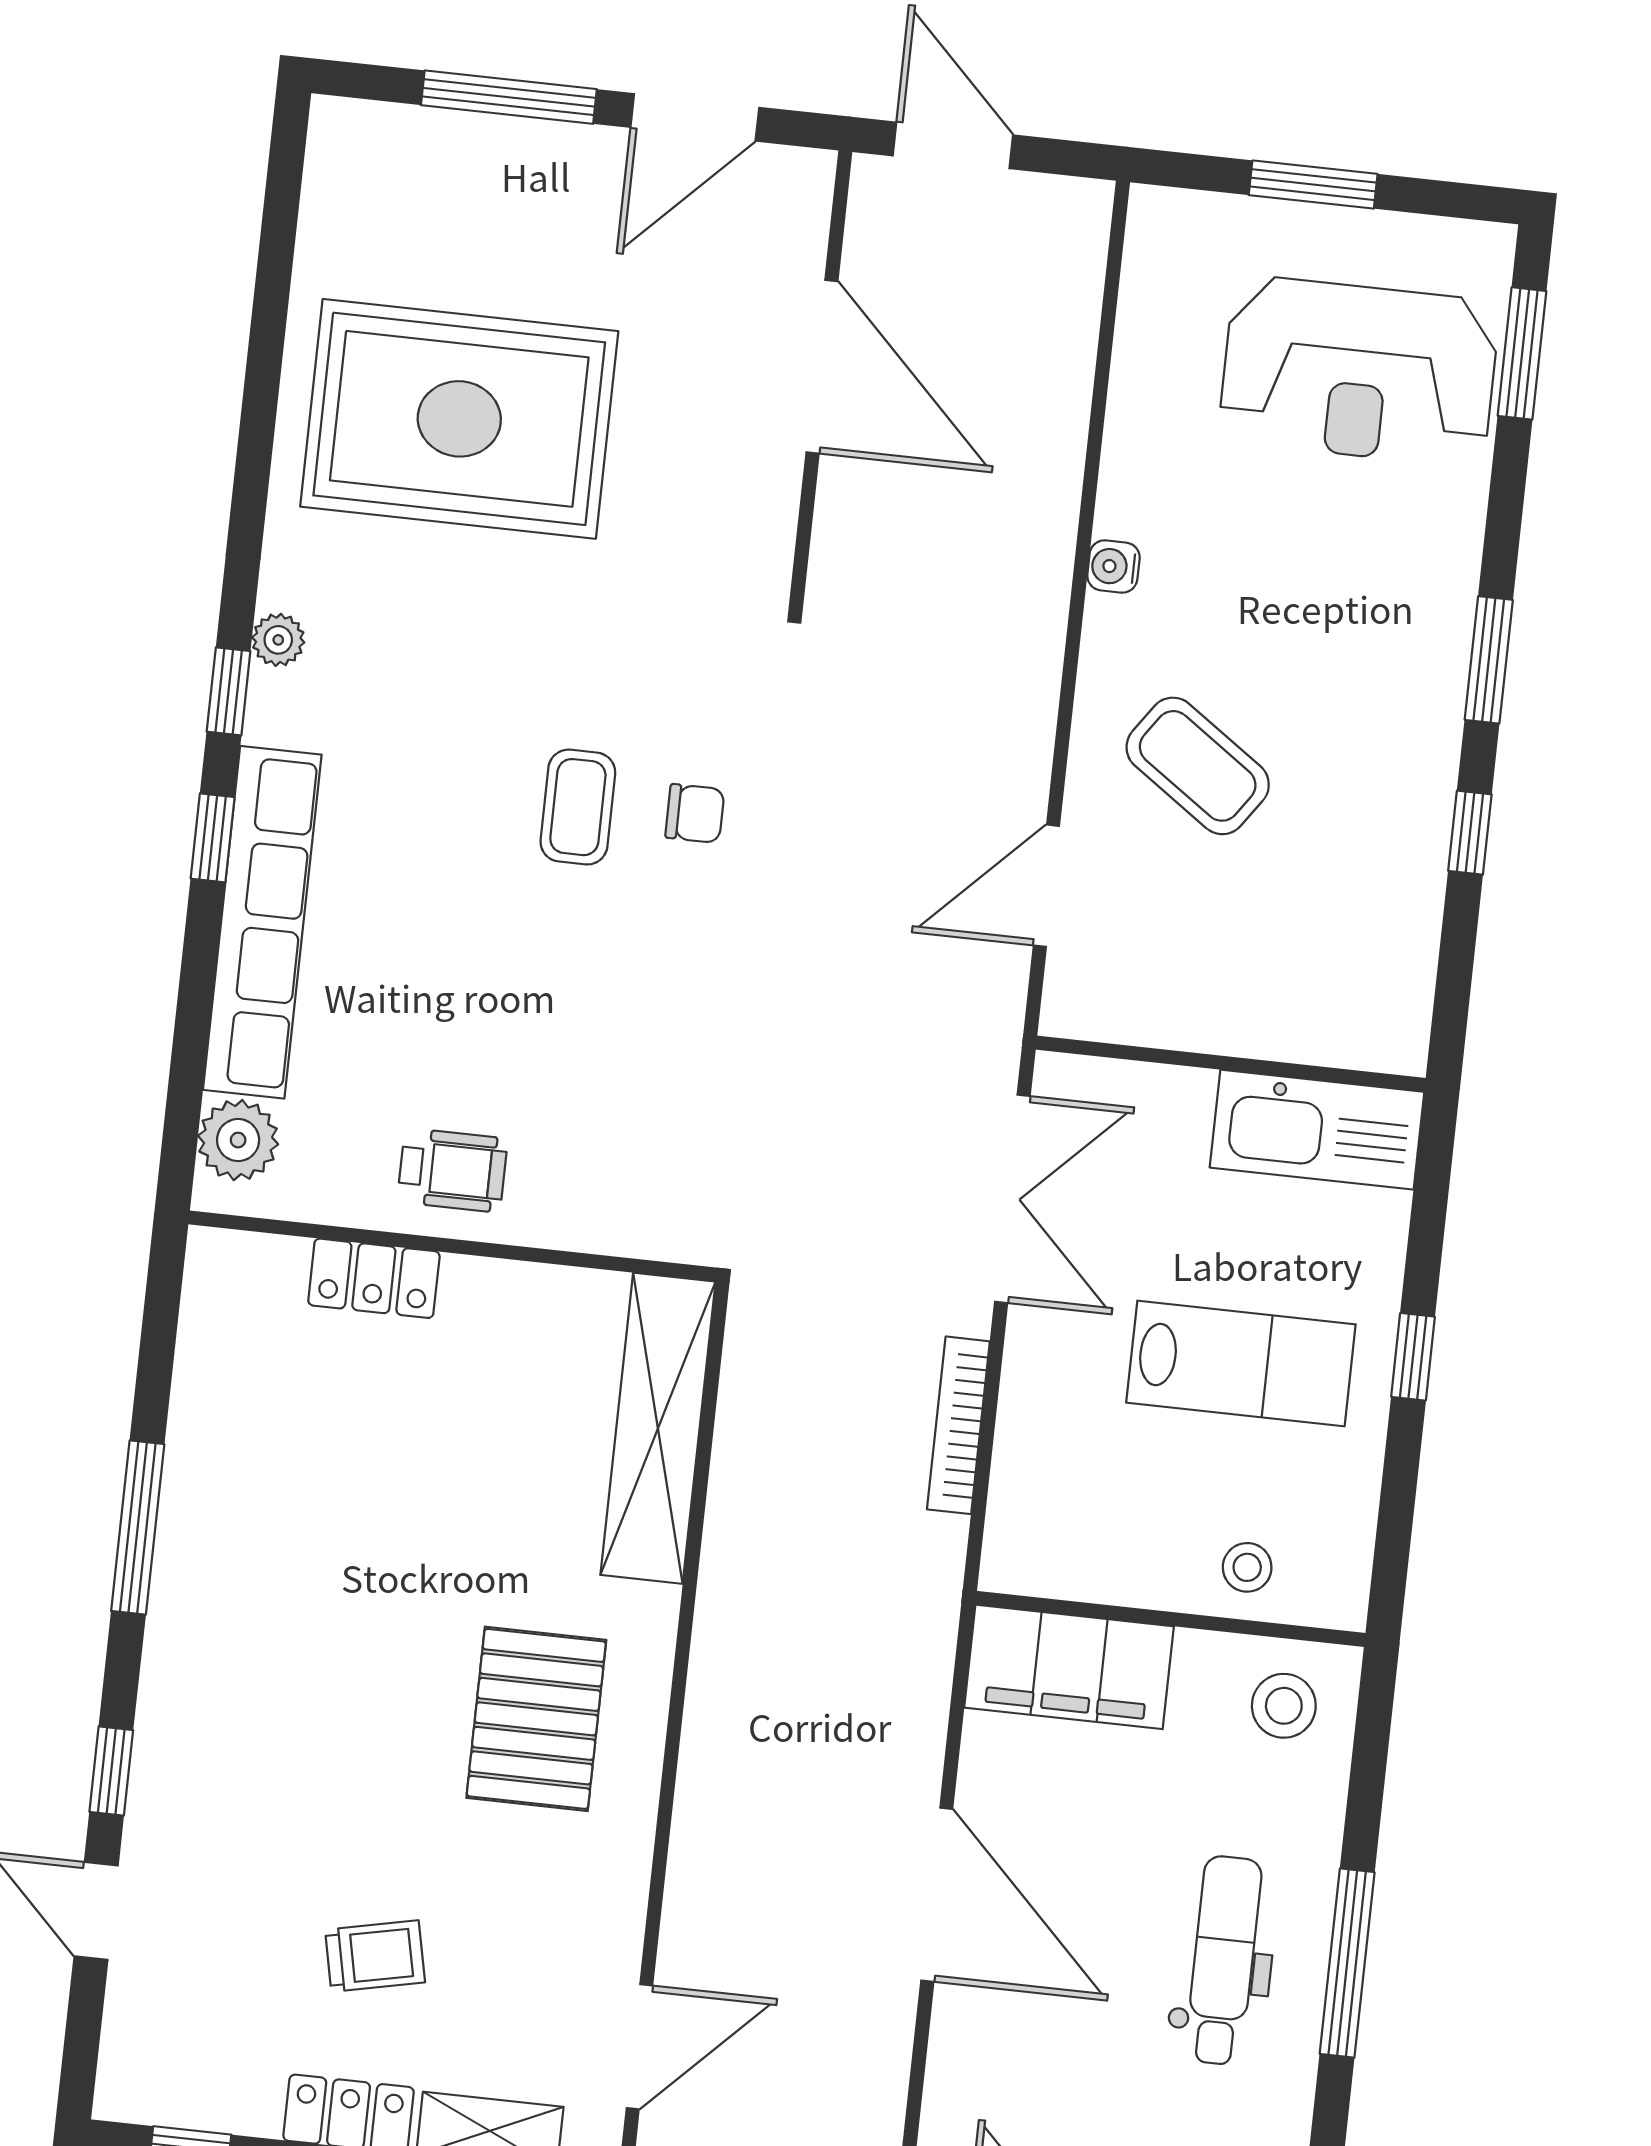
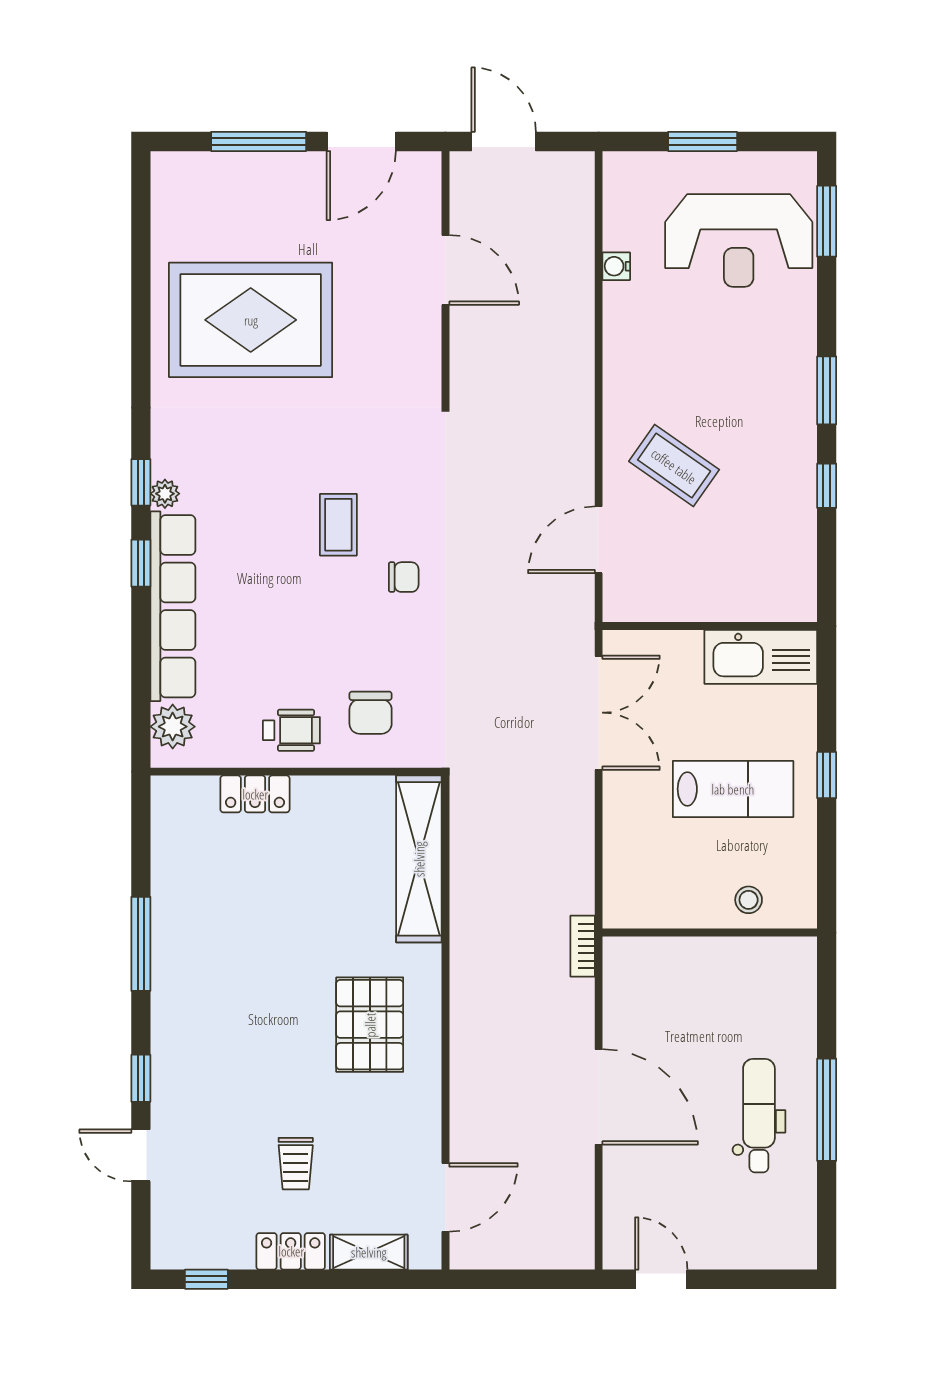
door: (822, 367) -> (445, 270), width x0.73
water cooler: (1113, 566) -> (616, 266), moved
plant: (278, 640) -> (165, 494), moved
chair: (695, 813) -> (404, 577), moved
chair: (599, 1154) -> (371, 713), added
bookcase: (958, 1425) -> (583, 946), moved, width x0.64
filing cabinet: (1069, 1667) -> (657, 965), removed
stool: (1284, 1706) -> (777, 973), removed
trolley: (375, 1956) -> (296, 1164), turned 102

